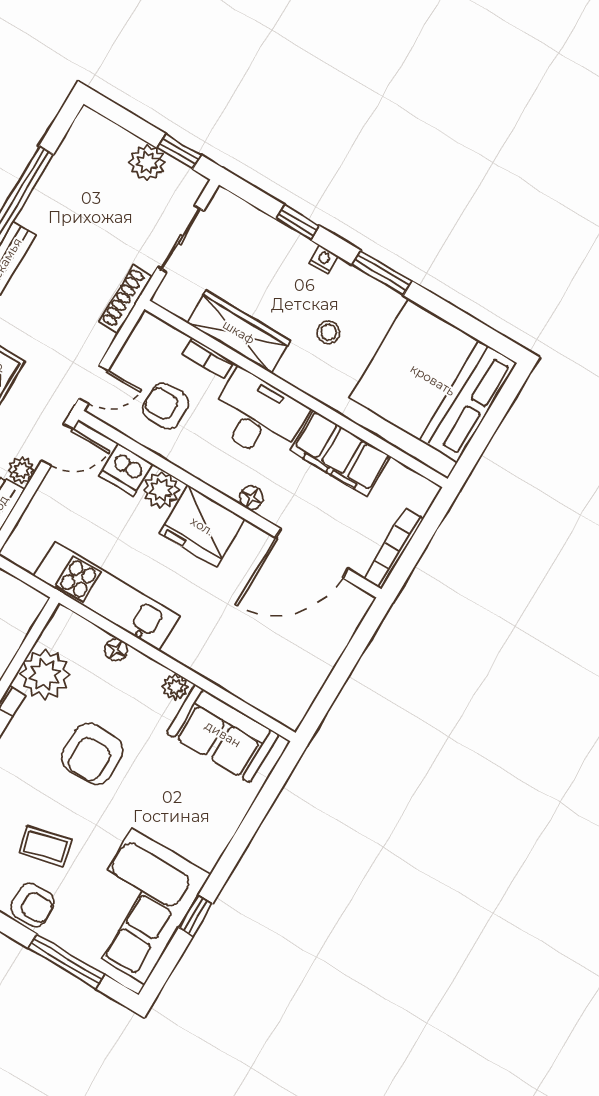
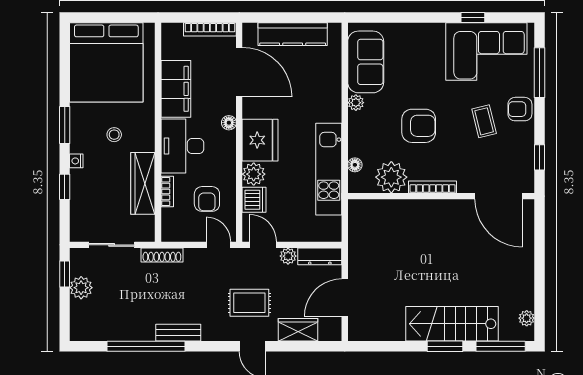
floor lamp: (116, 650) -> (355, 165), moved
kitchen counter: (320, 657) -> (293, 34), added
armchair: (33, 905) -> (520, 109), turned -90

